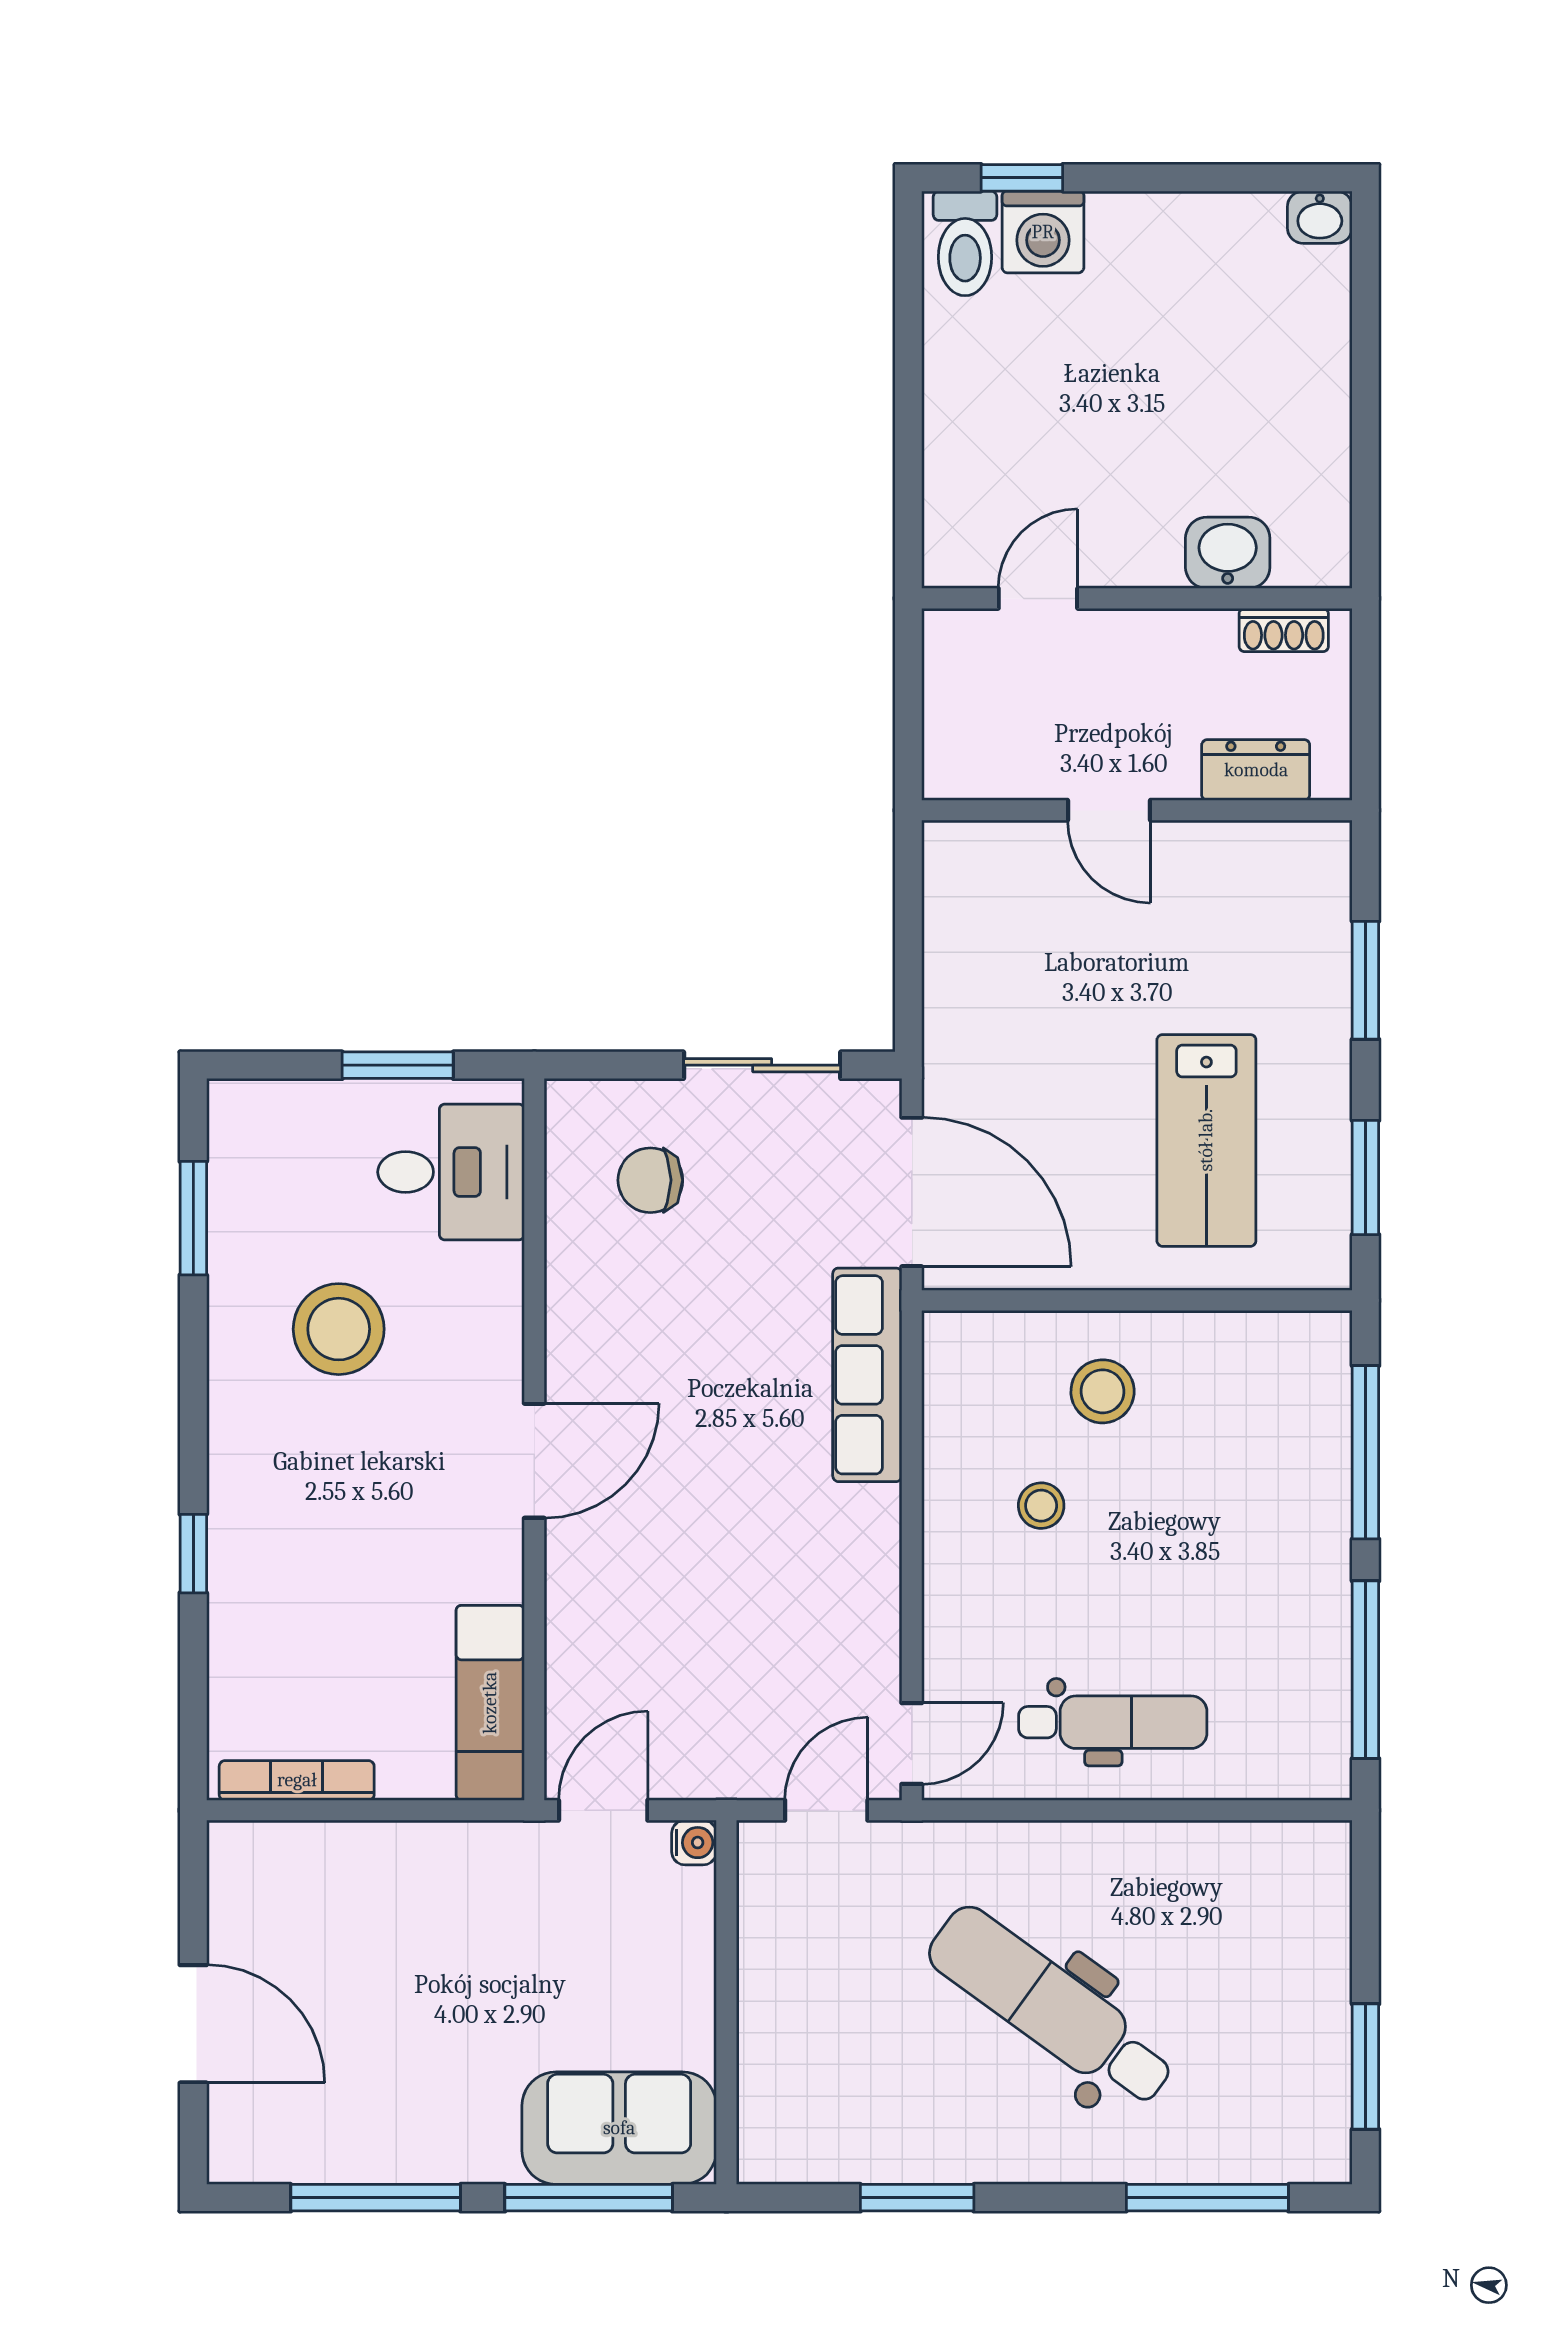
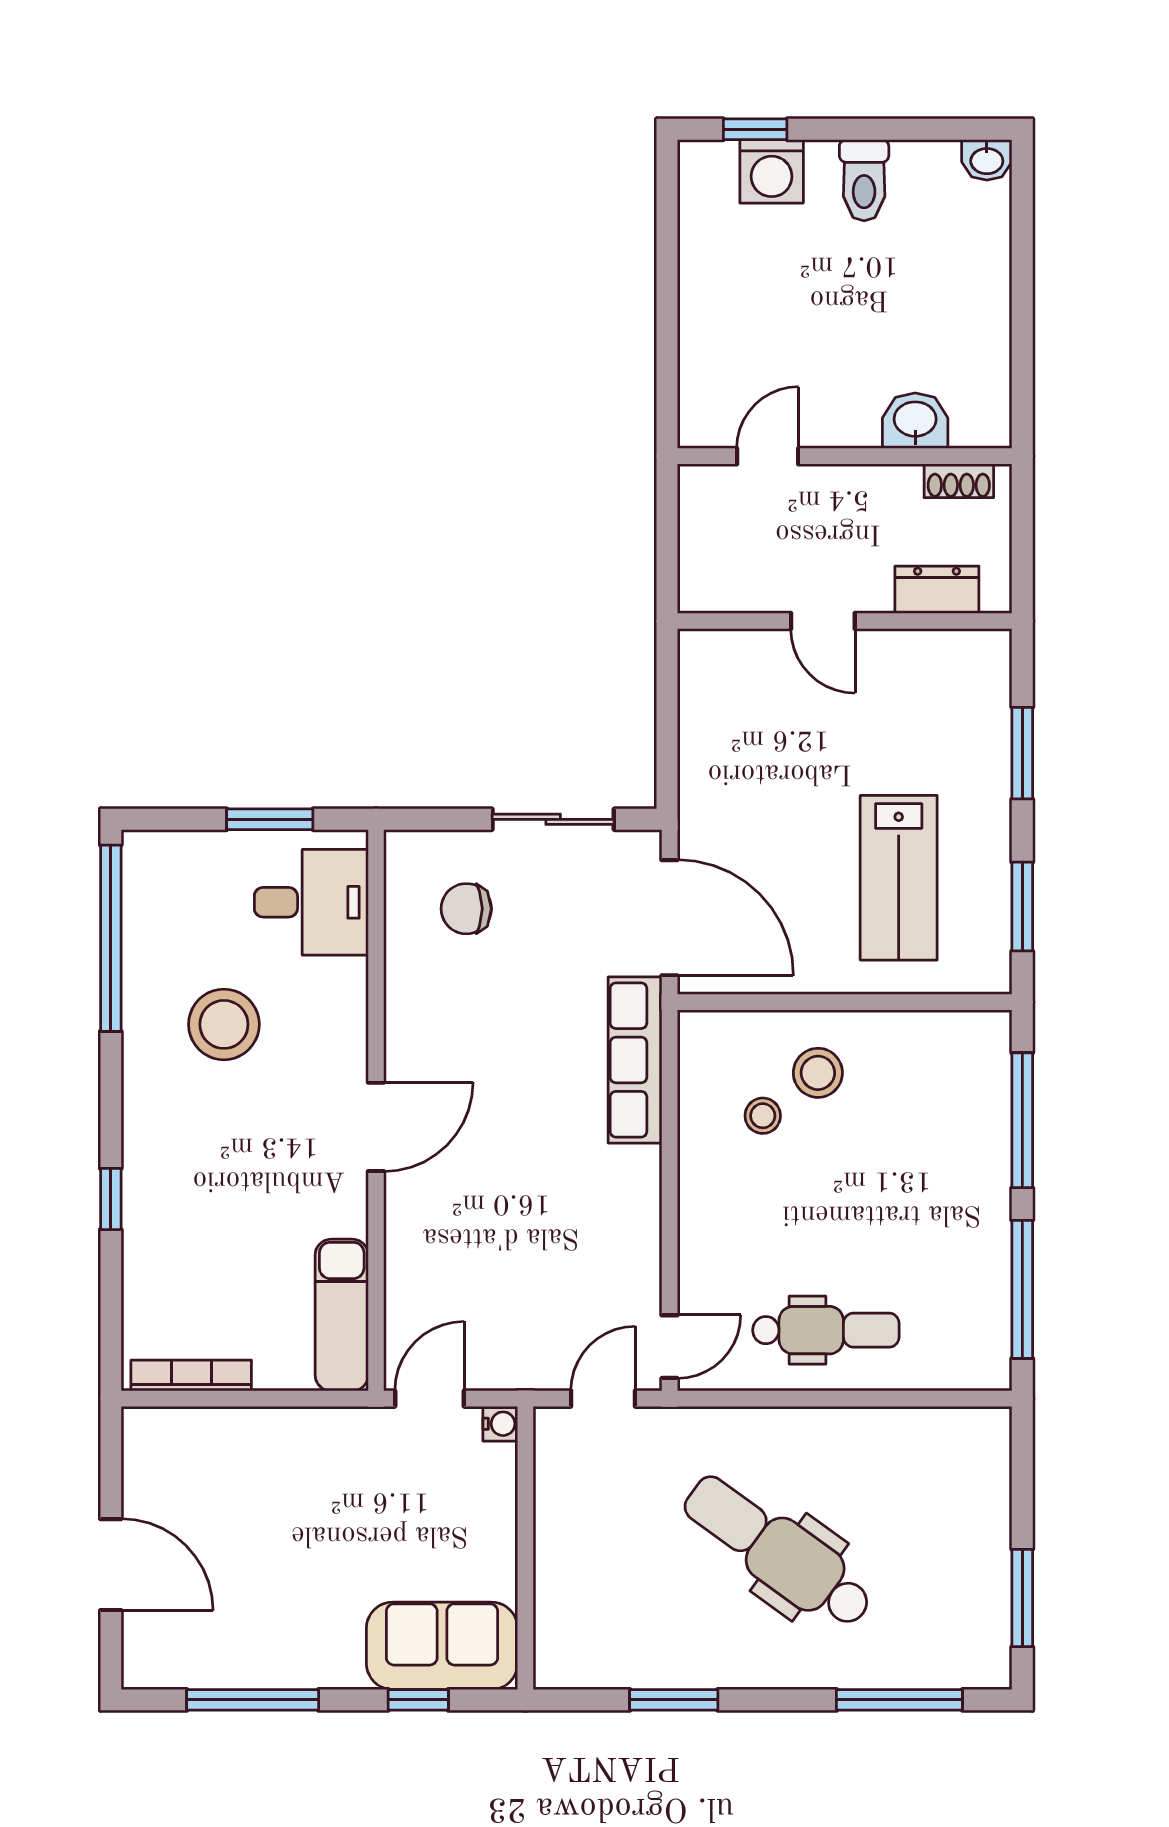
toilet: (965, 243) -> (864, 180), moved
window: (193, 1218) -> (111, 938), width x2.11
stool: (1041, 1506) -> (763, 1116), moved
window: (589, 2198) -> (418, 1700), width x0.46

